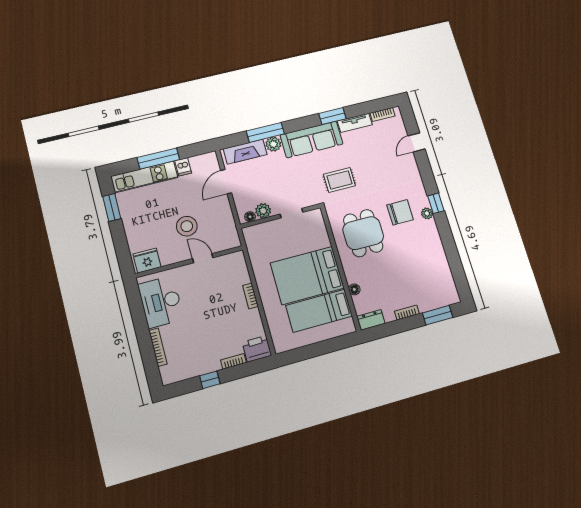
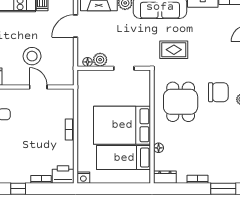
nightstand: (281, 346) -> (83, 178), added

